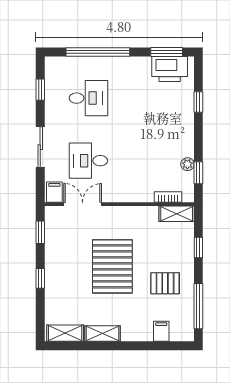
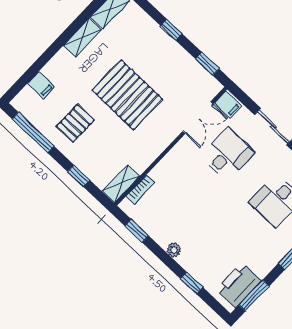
plant: (187, 164) -> (174, 250), moved

